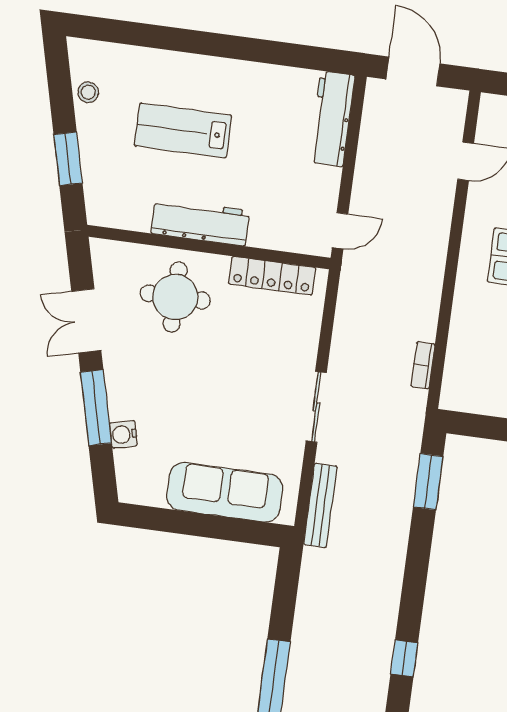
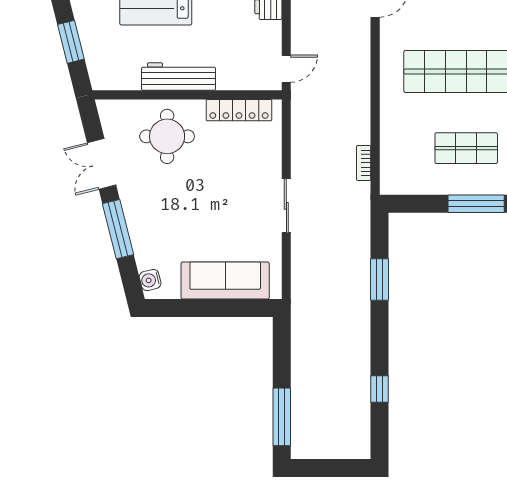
water cooler: (123, 434) -> (150, 280), moved
window: (428, 482) -> (380, 280), moved
bench: (320, 505) -> (300, 281), removed

